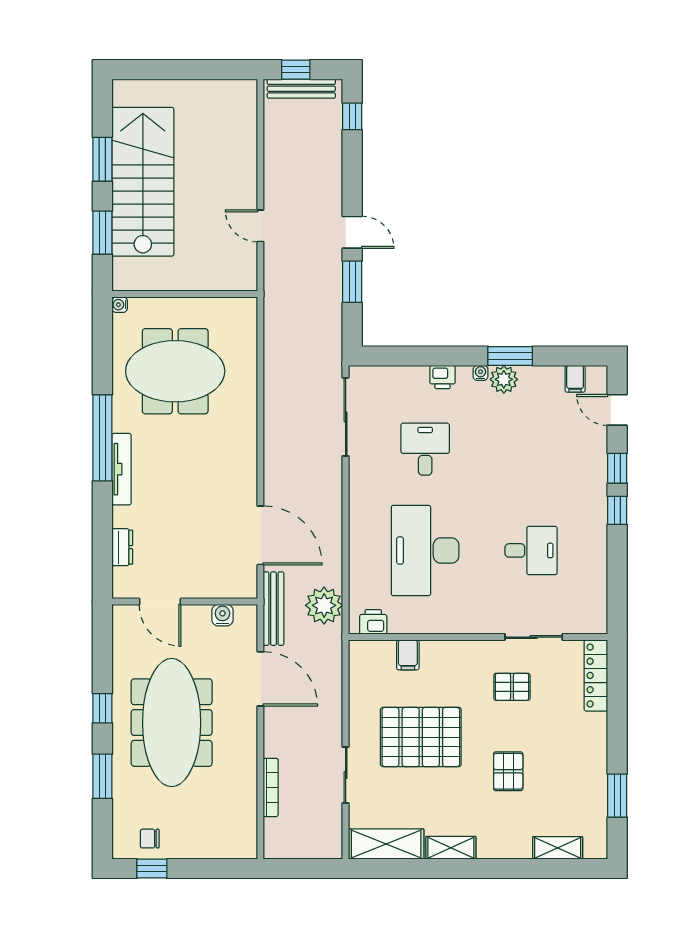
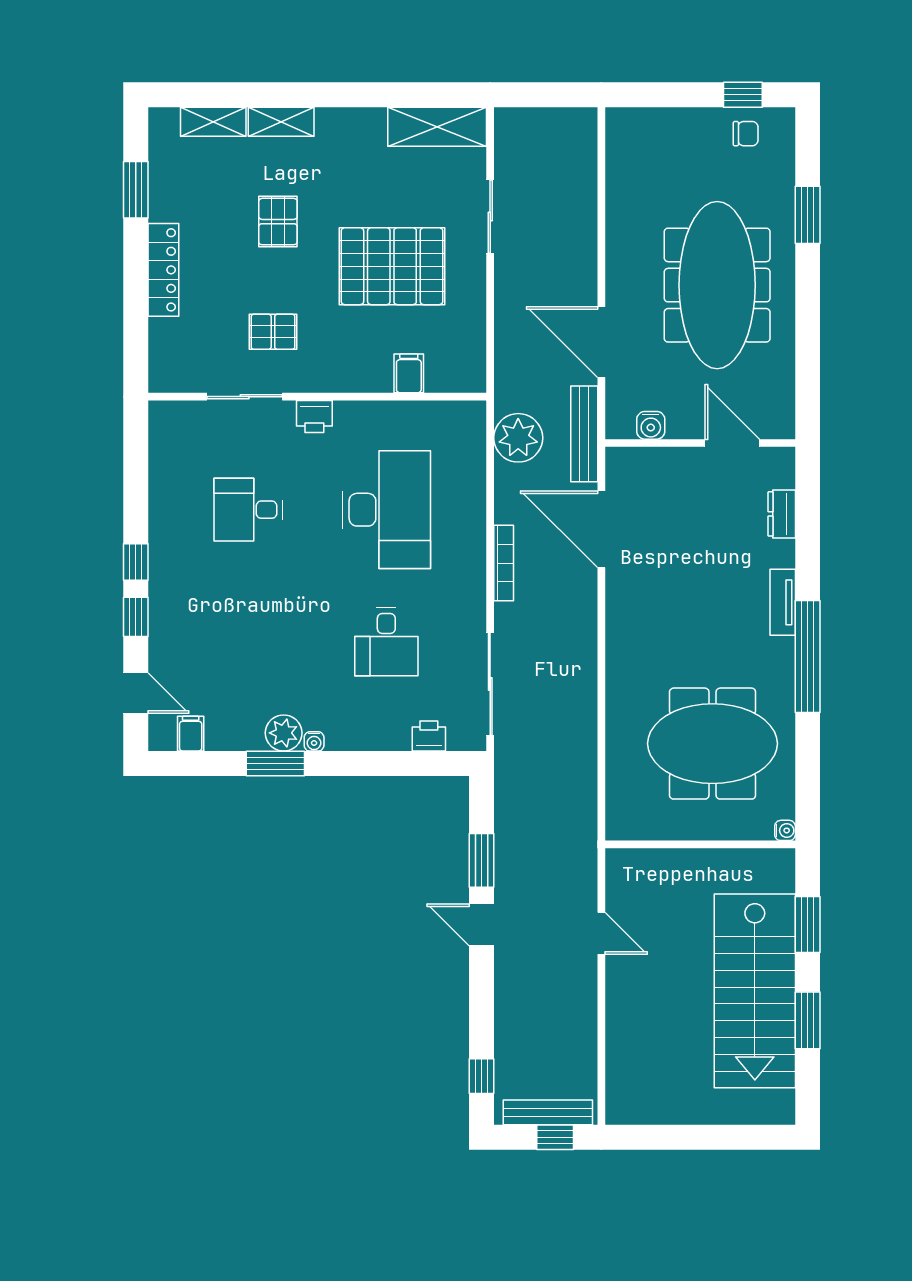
printer: (443, 377) -> (429, 736), moved
tv unit: (121, 469) -> (783, 602), width x0.71
printer: (373, 622) -> (314, 416), moved
locker: (596, 675) -> (163, 270), moved
window: (102, 708) -> (808, 304), removed
bookcase: (271, 787) -> (504, 563), moved, turned 180
shelving: (451, 848) -> (281, 122), moved

